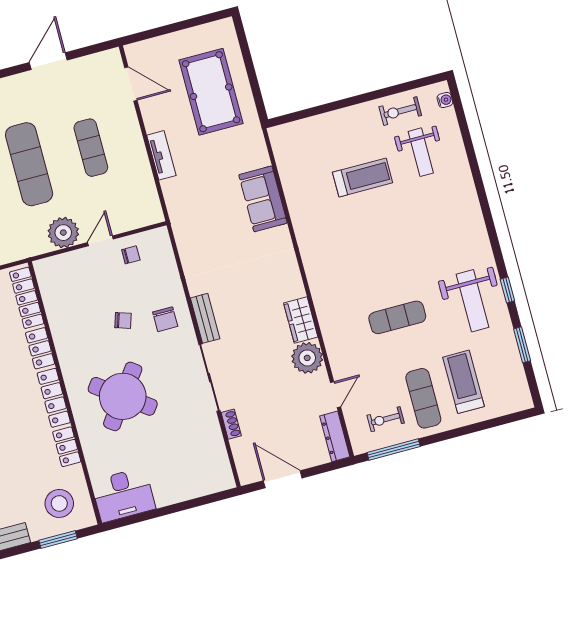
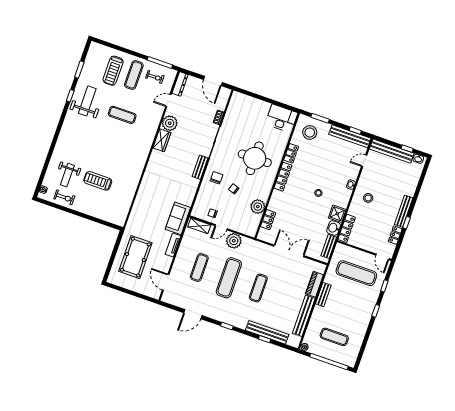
weight bench: (421, 152) -> (67, 175), turned 180
sofa: (263, 199) -> (178, 218), moved, turned 180
shelving: (139, 218) -> (199, 226), added
locker: (27, 298) -> (268, 220), width x0.66
plant: (62, 318) -> (258, 207), added
locker: (40, 348) -> (275, 200), removed
round table: (123, 396) -> (255, 158), turned -36

